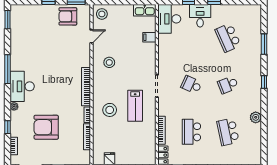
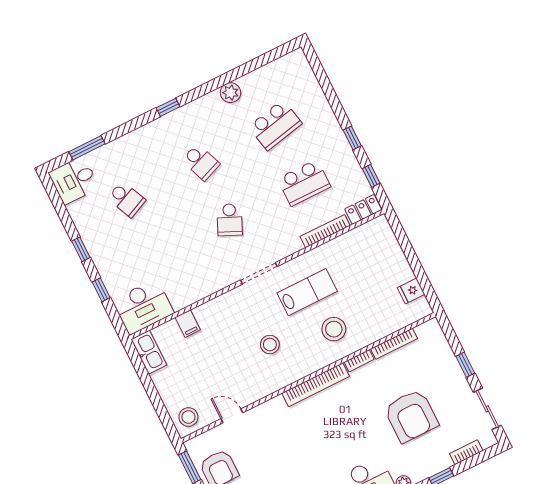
desk: (200, 16) -> (74, 180), moved
school desk: (228, 38) -> (126, 199), width x0.54
window: (264, 44) -> (87, 148), moved
stool: (109, 62) -> (270, 345), moved

